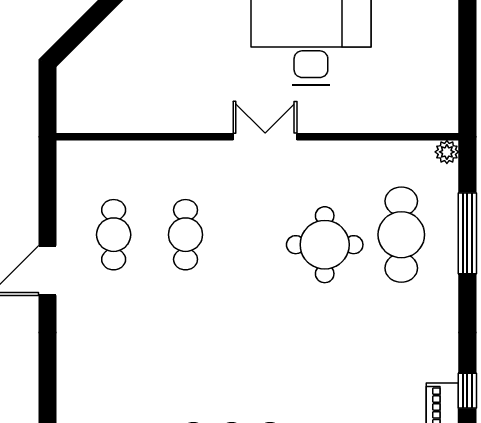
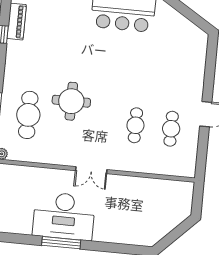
round table: (325, 245) -> (71, 101), moved

